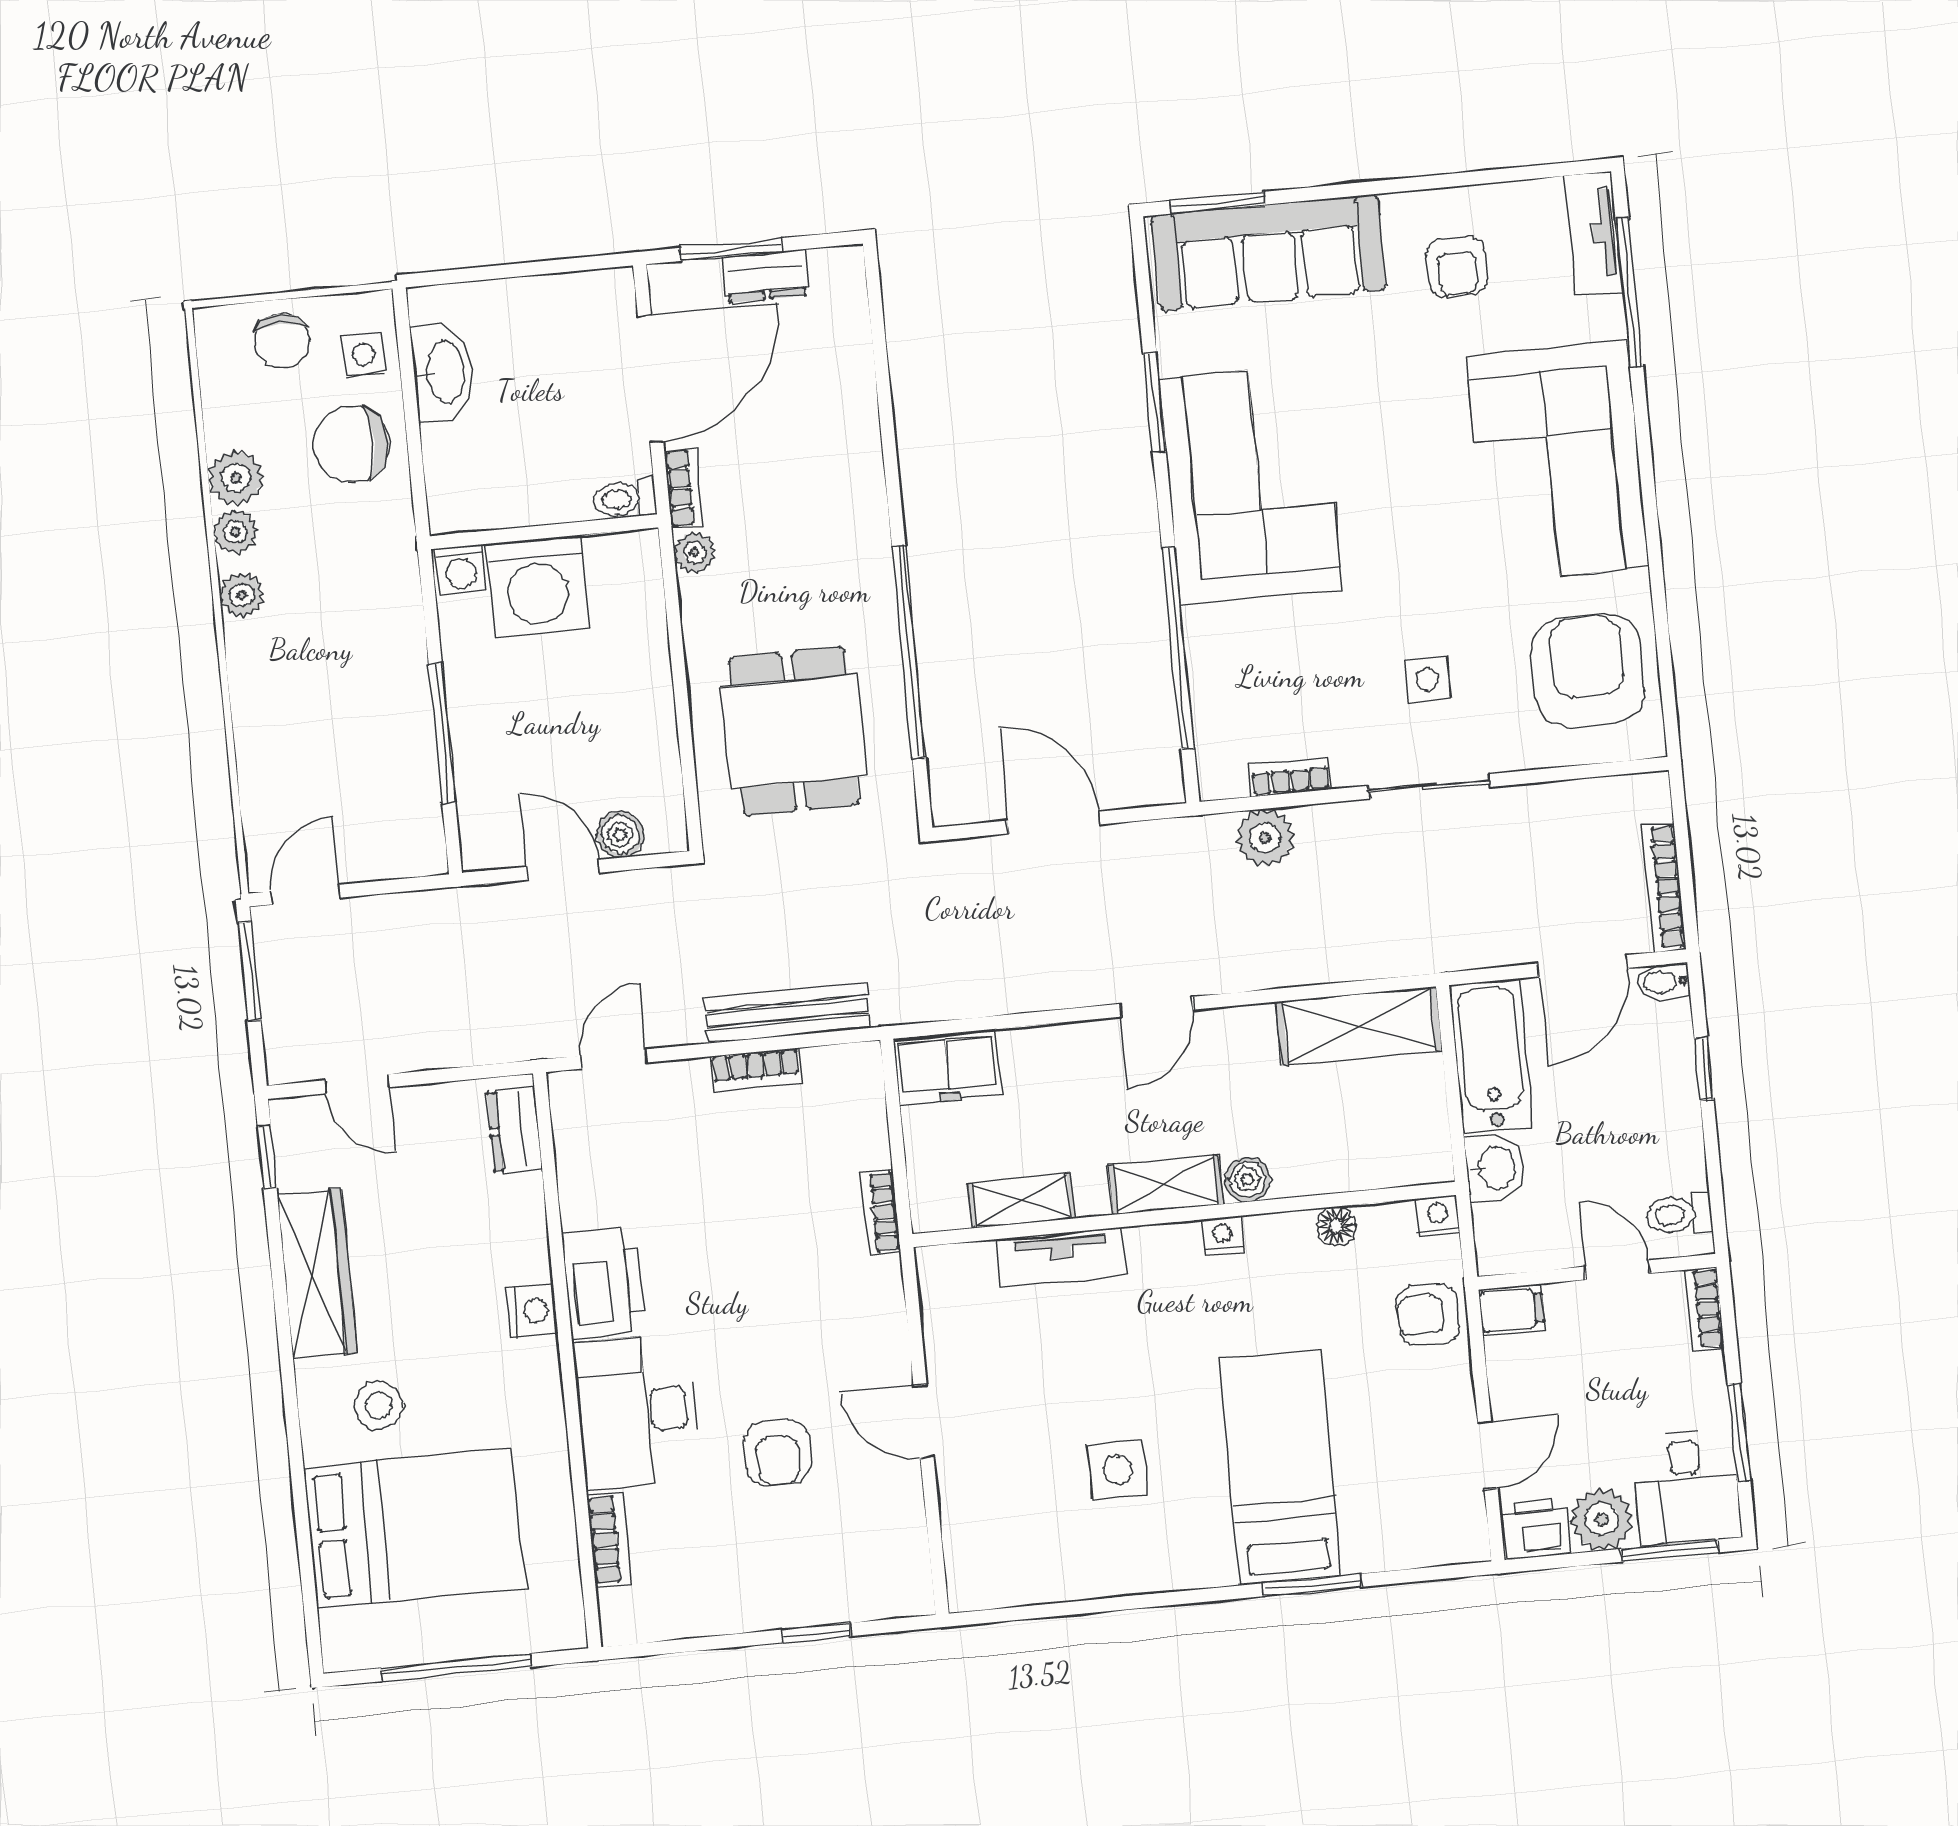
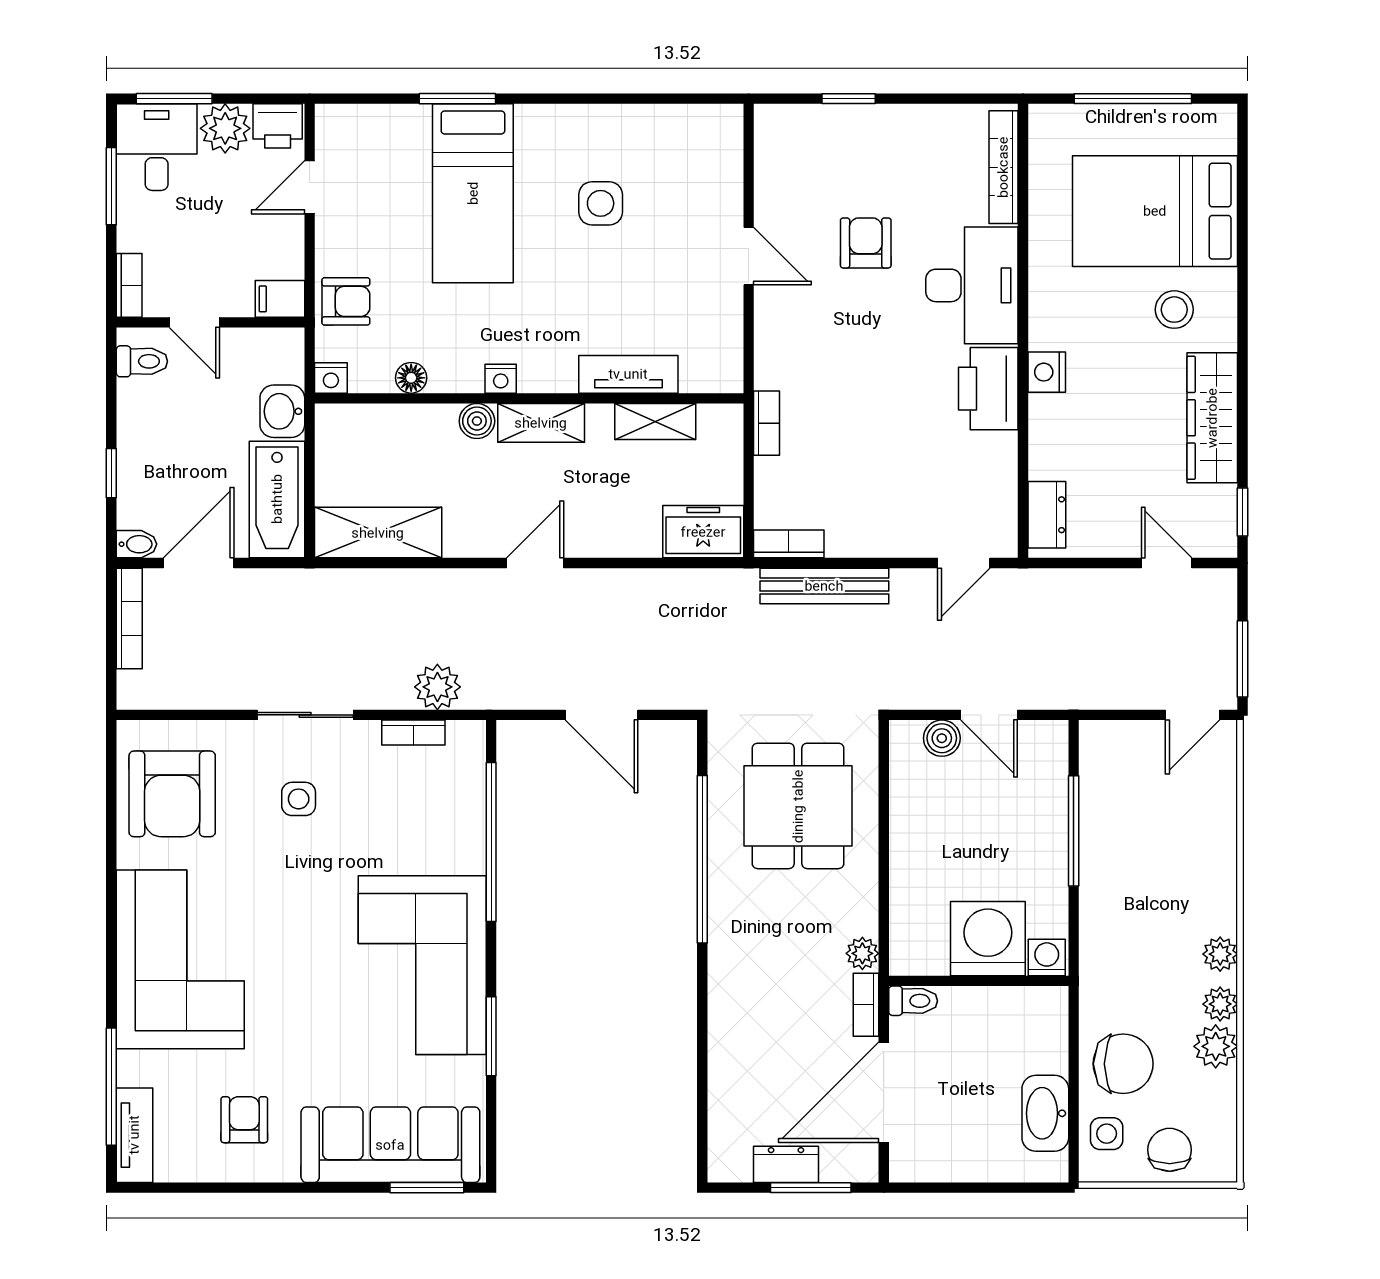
bookcase: (756, 1070) -> (789, 544), moved
bookcase: (609, 1539) -> (1003, 167), width x1.56

